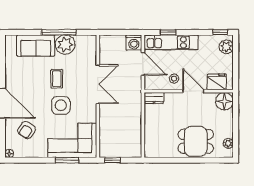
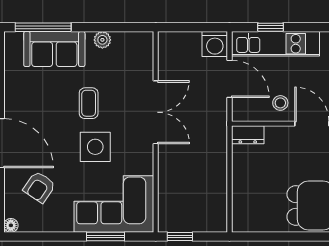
window: (59, 32) -> (43, 27), moved
plant: (65, 45) -> (102, 40), width x0.53, depth x0.53

